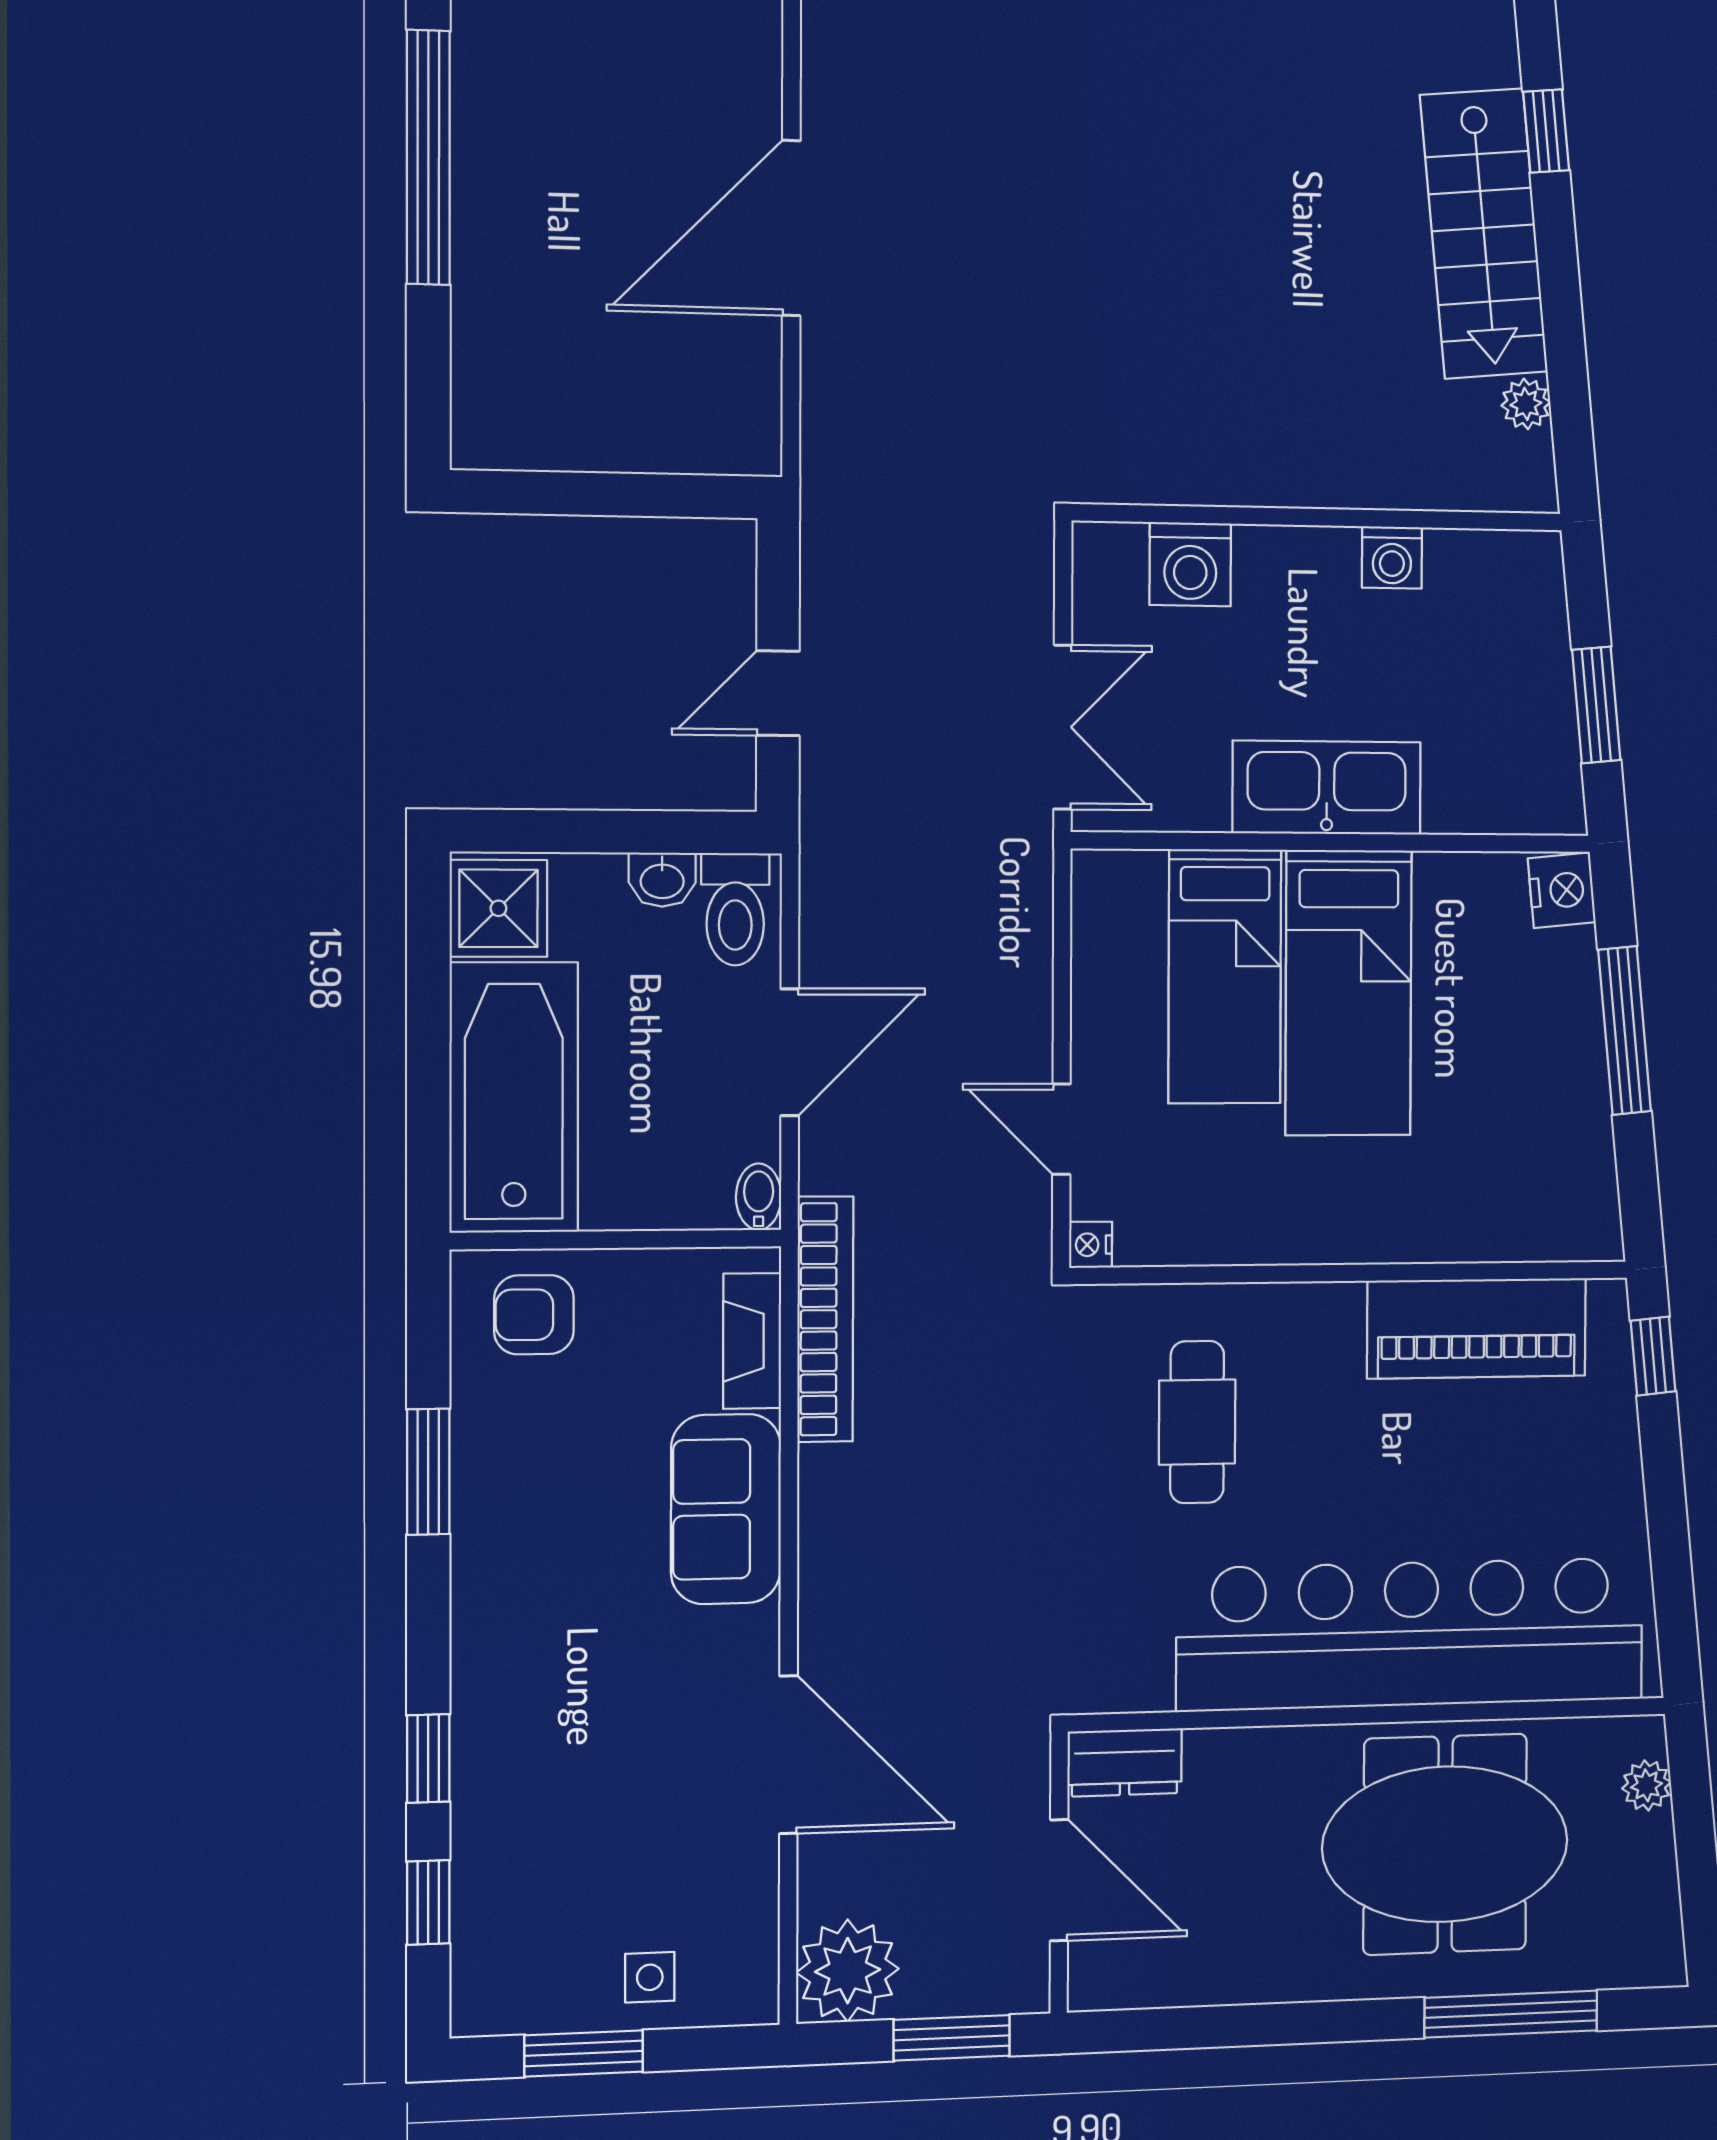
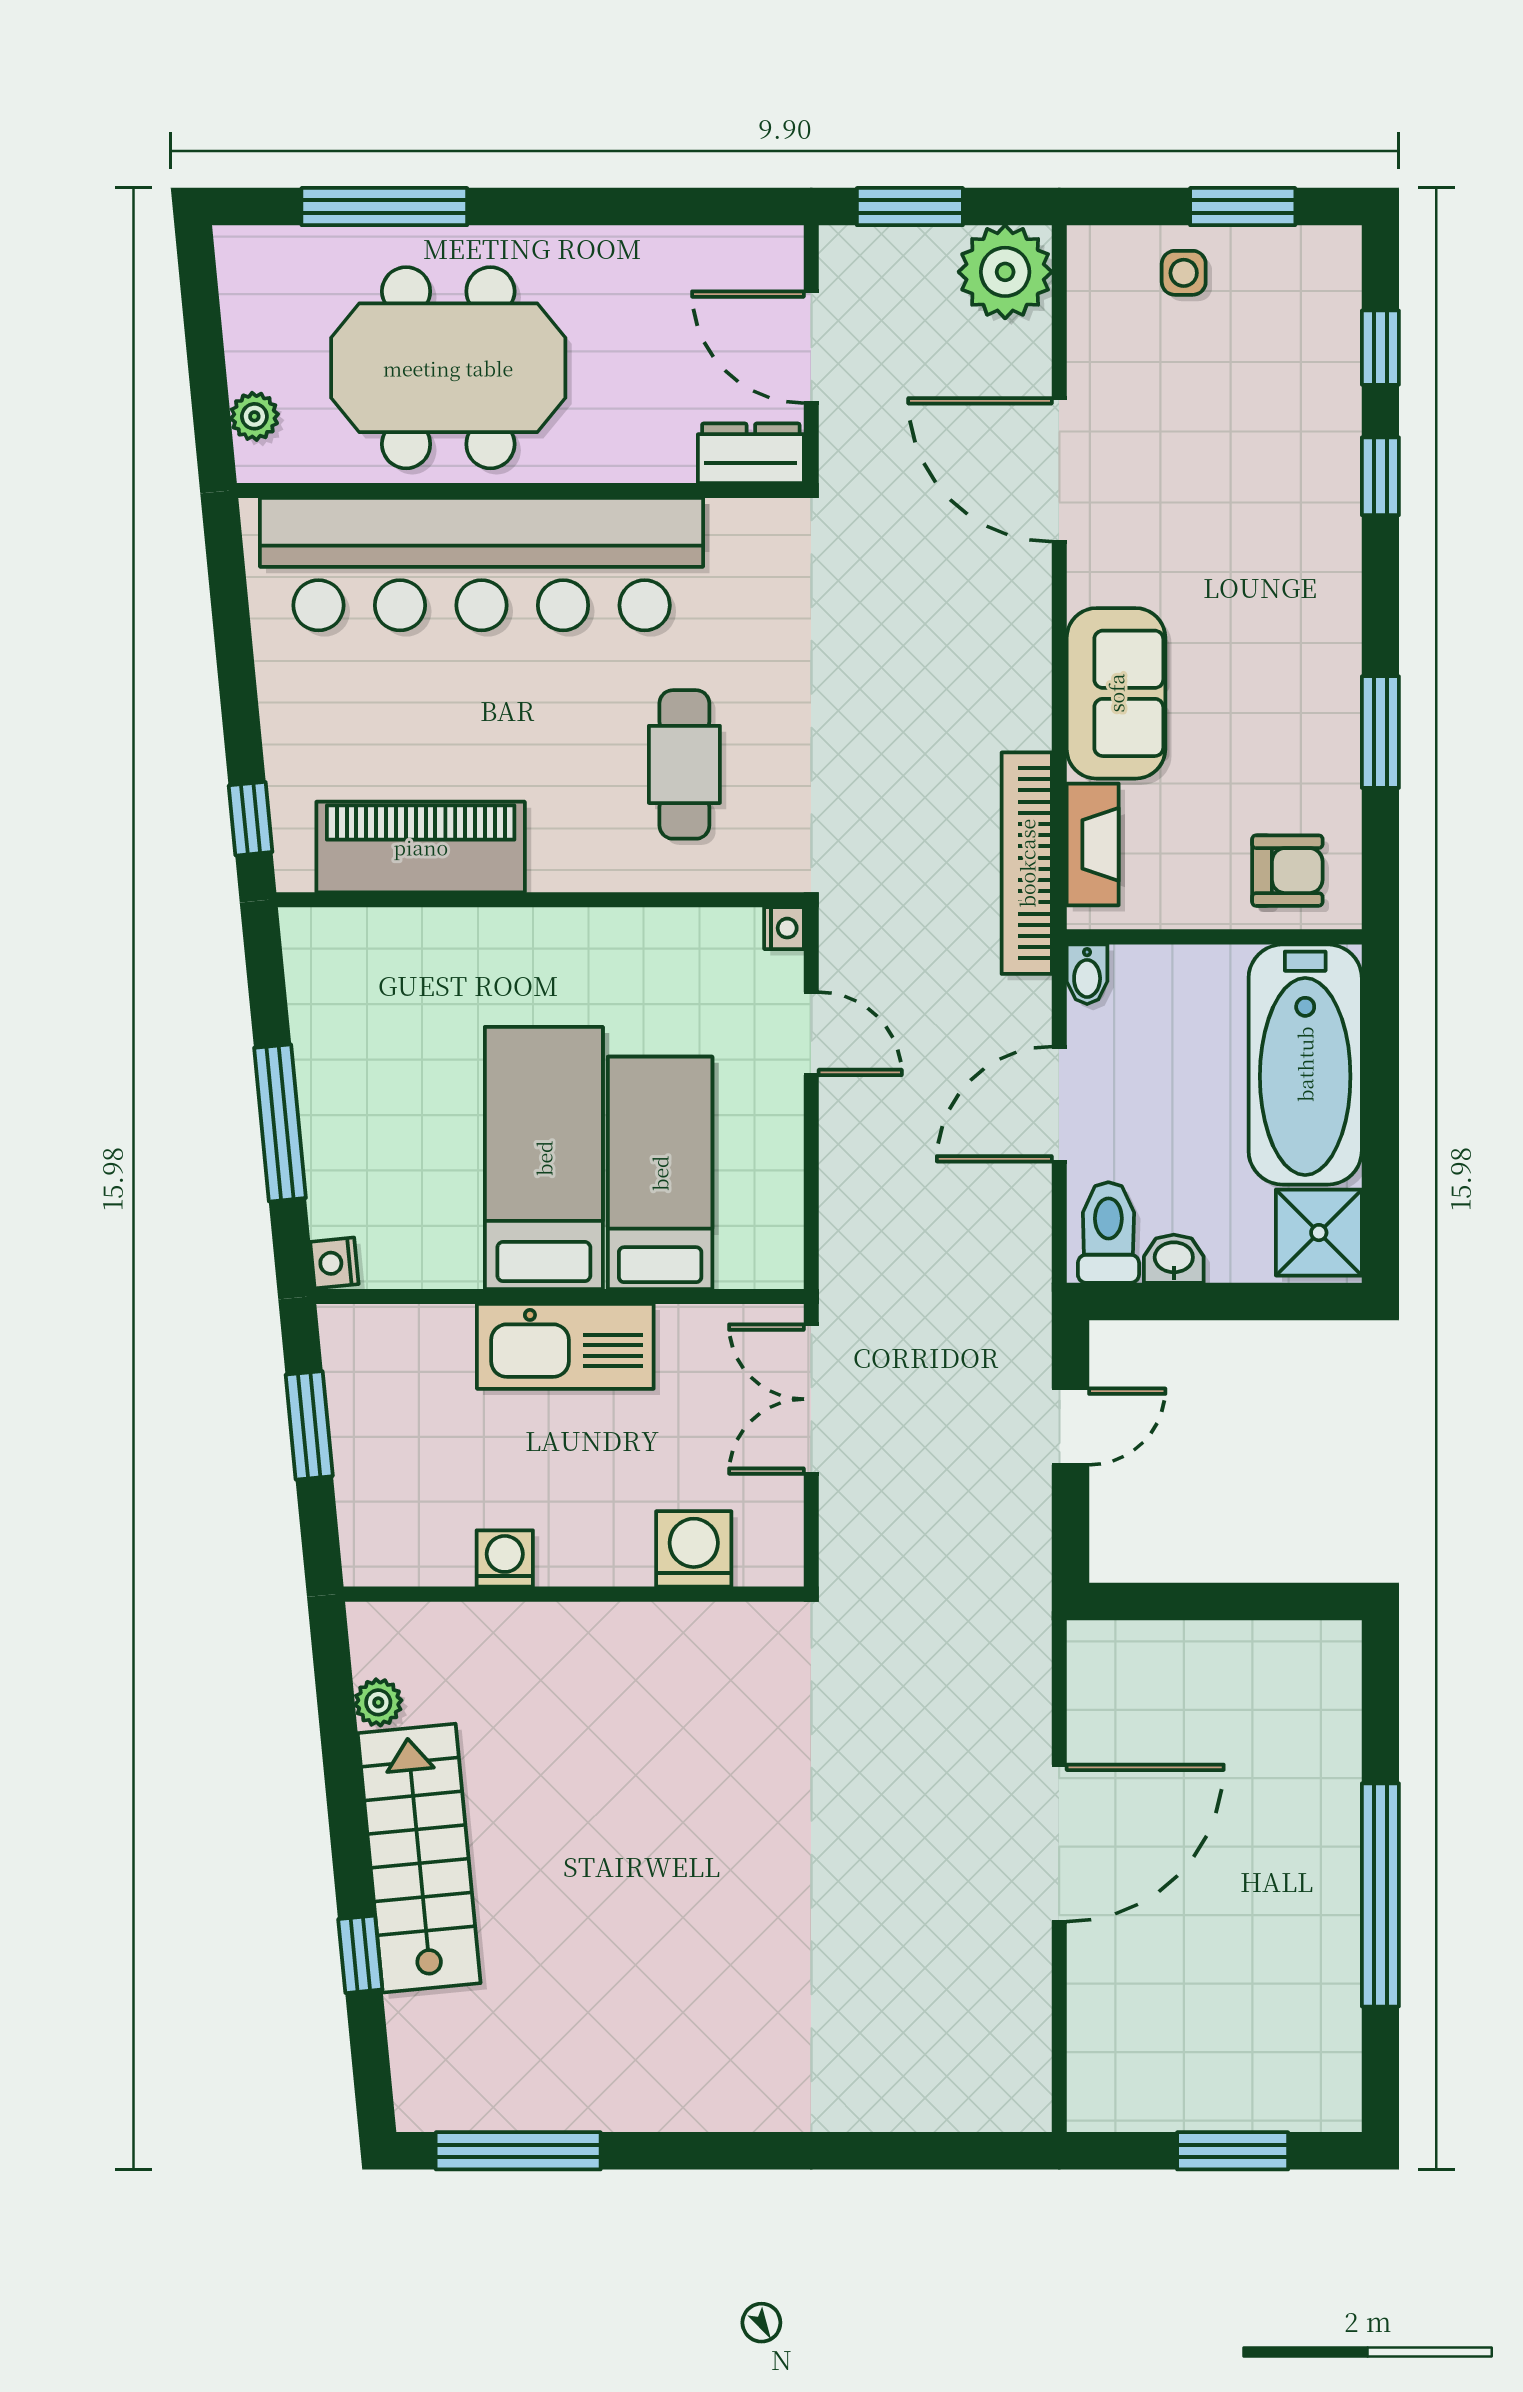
nightstand: (1562, 890) -> (334, 1263), width x0.72, depth x0.74

